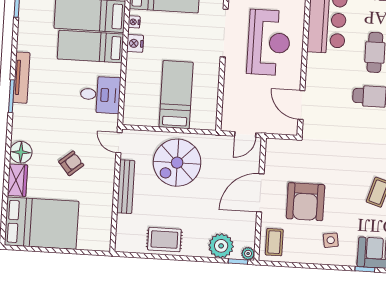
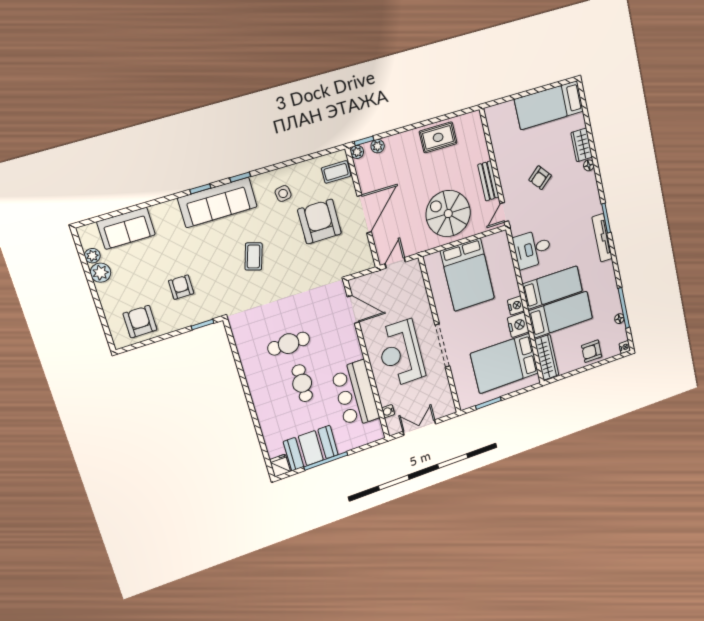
nightstand: (134, 22) -> (518, 325), width x1.89, depth x1.79
bed: (176, 95) -> (467, 275), width x1.50
door: (119, 143) -> (504, 212), swing flipped
floor lamp: (21, 152) -> (589, 165), width x0.53, depth x0.53
spiral stairs: (177, 163) -> (448, 214), turned -90
bench: (126, 187) -> (488, 181), width x0.73
bed: (42, 223) -> (549, 105), width x0.67
coffee table: (274, 242) -> (336, 172), turned 90
plant: (221, 246) -> (378, 146), width x0.53, depth x0.53

